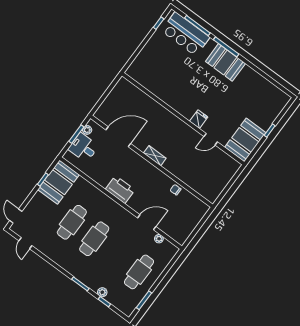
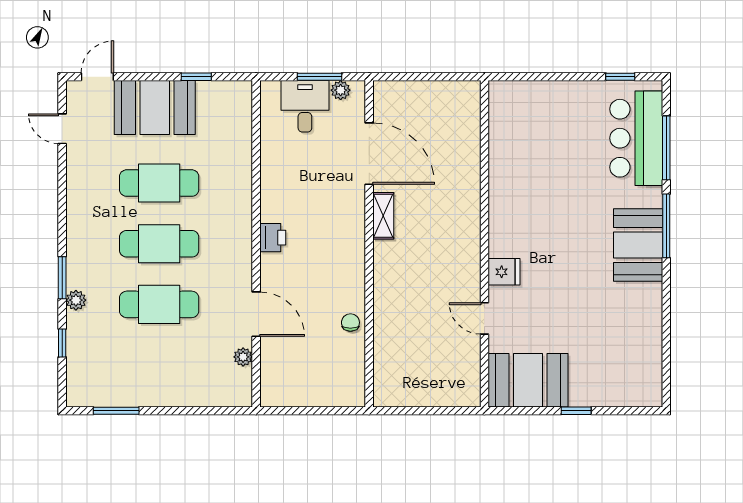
shelving: (155, 156) -> (383, 216), moved
booth: (58, 182) -> (155, 108), moved
printer: (120, 190) -> (273, 238), width x0.53, depth x0.68
door: (25, 243) -> (62, 129), hinge flipped
cafe table: (139, 272) -> (159, 304), moved
plant: (102, 292) -> (76, 300), moved

